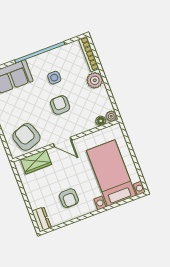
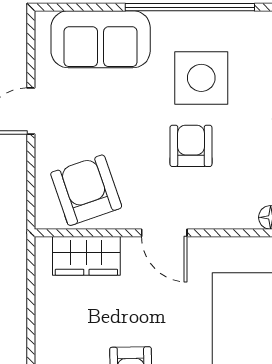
side table: (54, 78) -> (201, 78), width x1.87, depth x1.87

